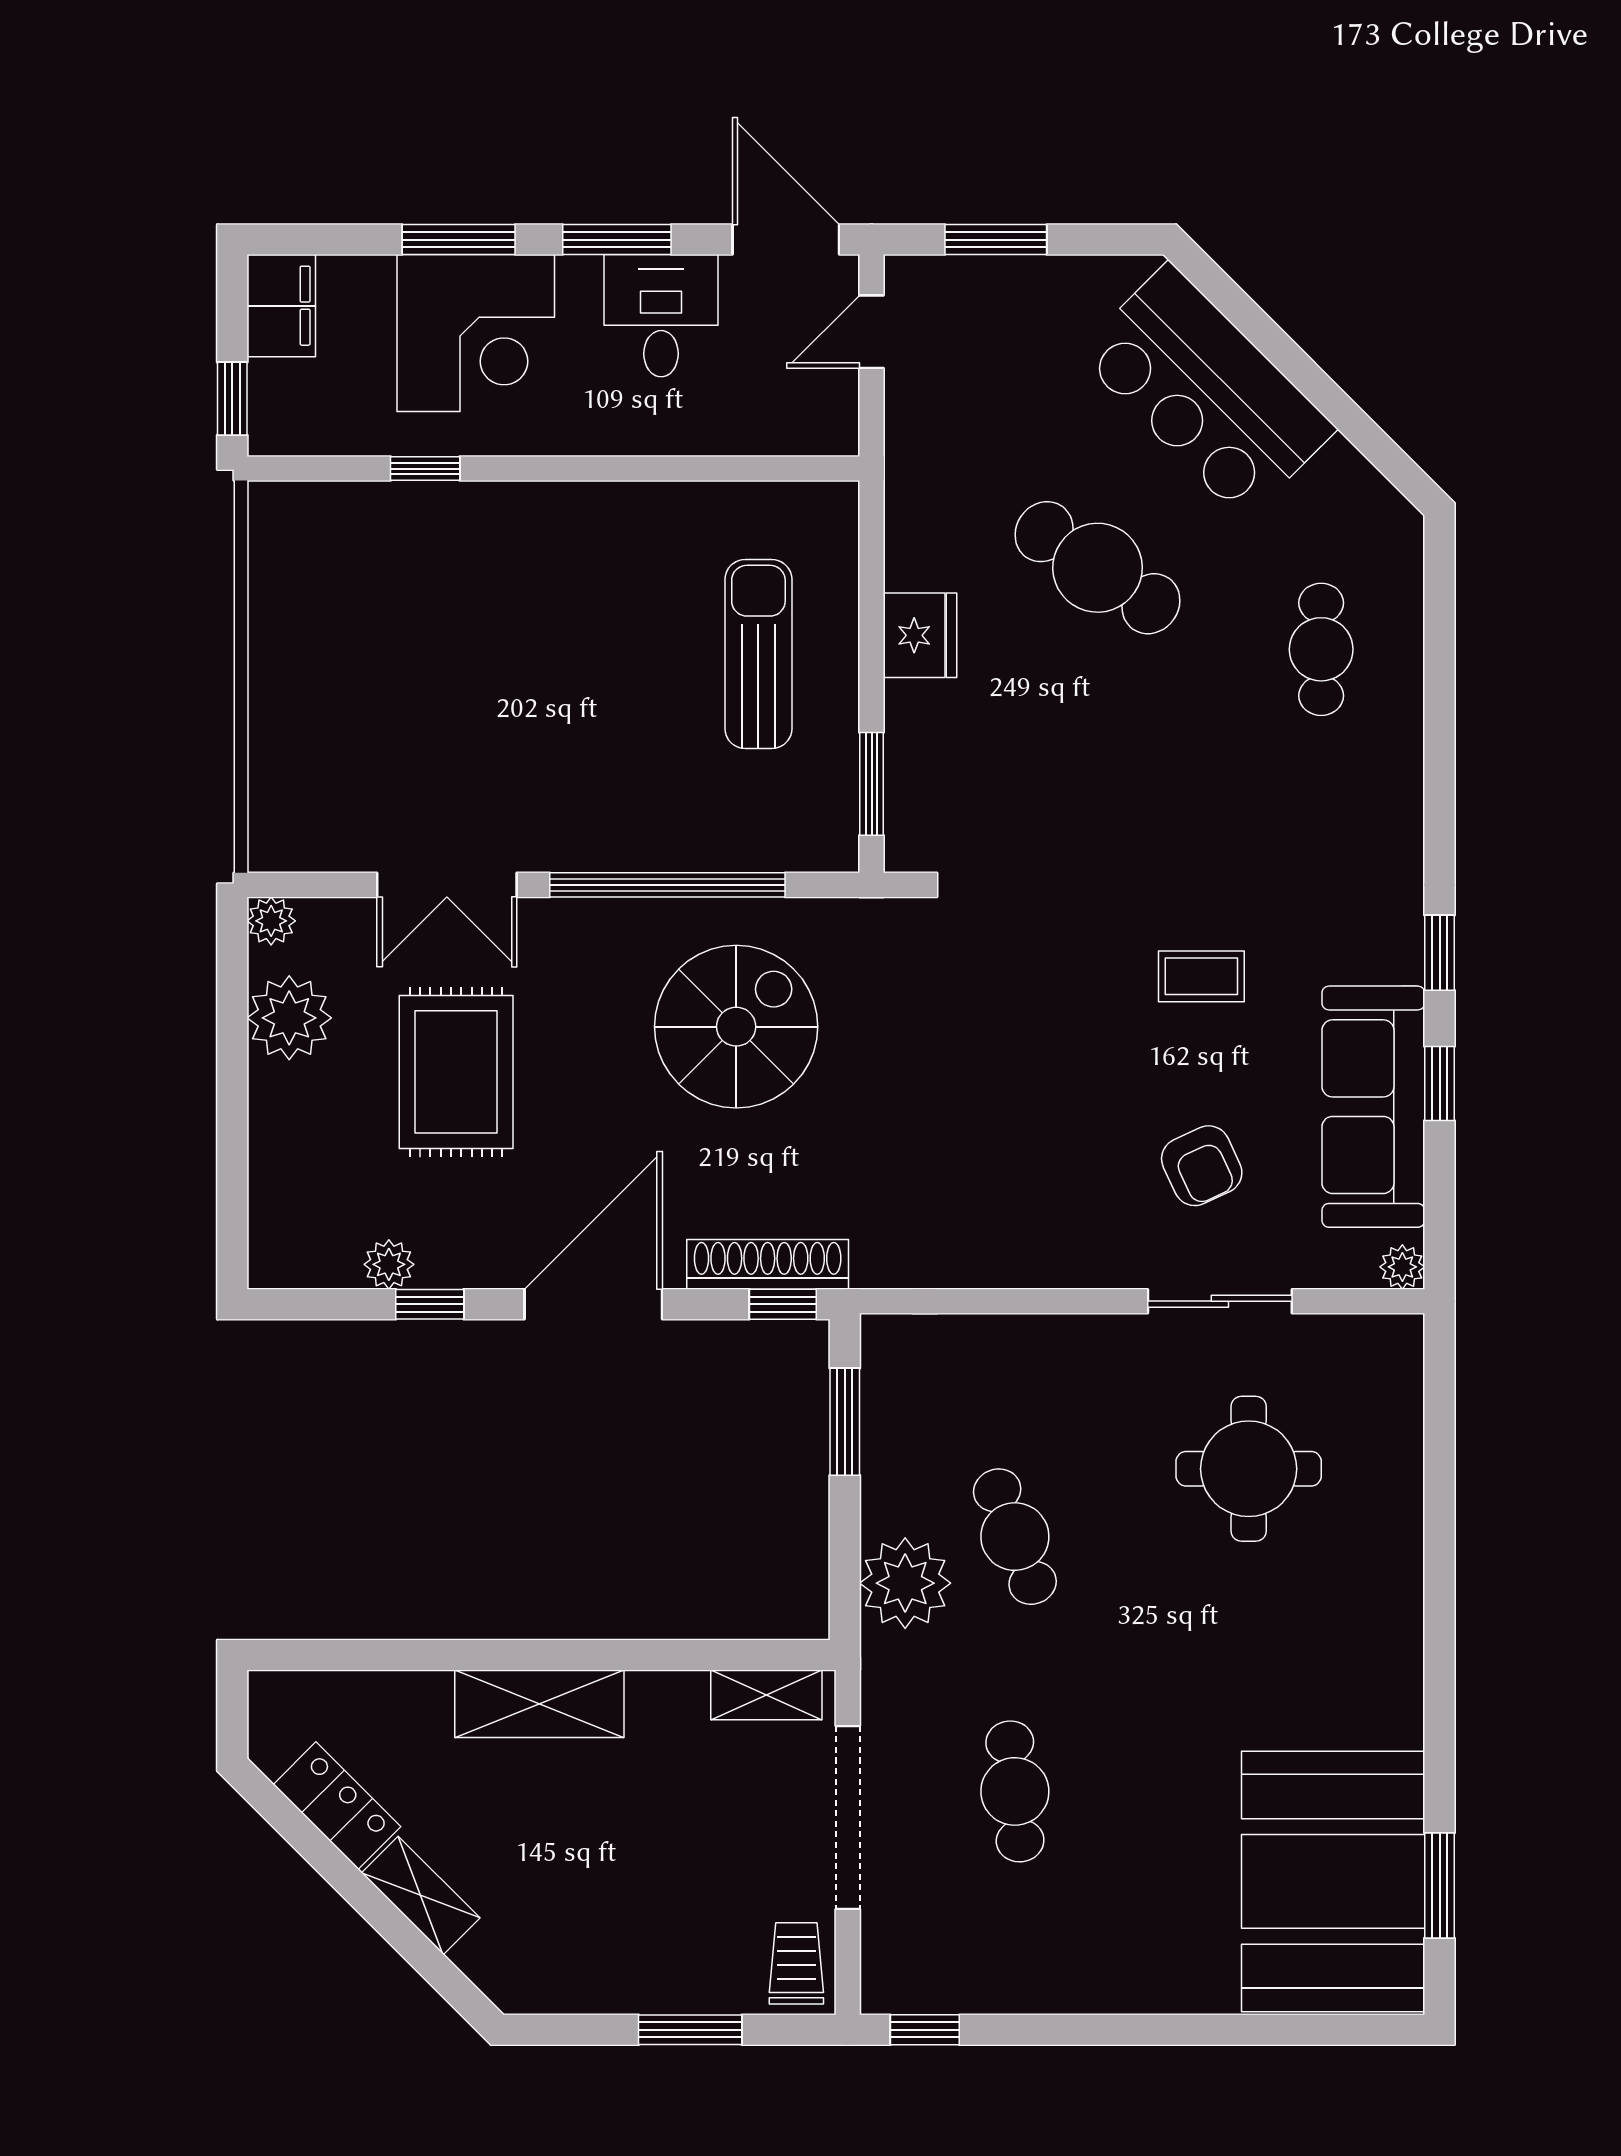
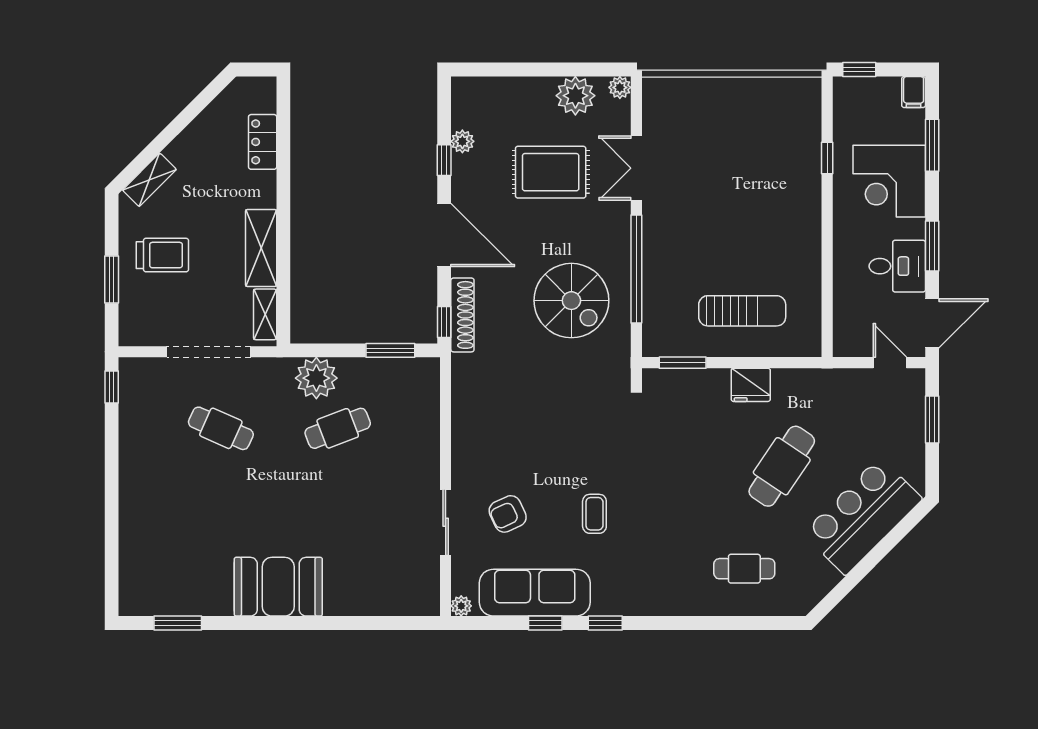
window: (459, 240) -> (932, 145), moved
filing cabinet: (281, 306) -> (914, 92), width x0.50
round table: (1249, 1469) -> (369, 535), removed
shelving: (539, 1704) -> (261, 248), moved
cafe table: (1015, 1791) -> (221, 428), turned 30
locker: (337, 1806) -> (263, 142), moved, turned 135
booth: (1333, 1881) -> (278, 587), moved, width x0.73, depth x0.70
shelving: (421, 1895) -> (149, 180), moved
trolley: (796, 1963) -> (162, 255), moved, width x1.36, depth x1.39

